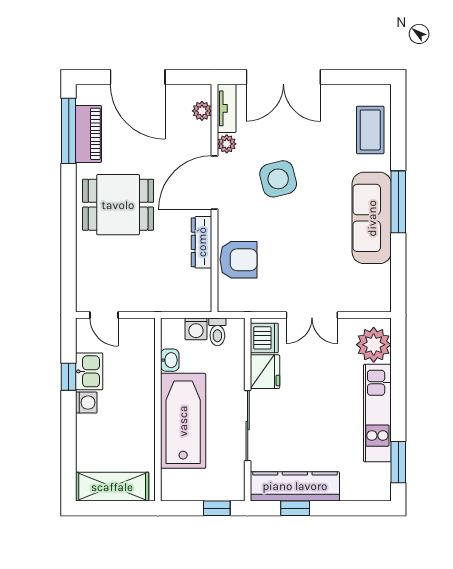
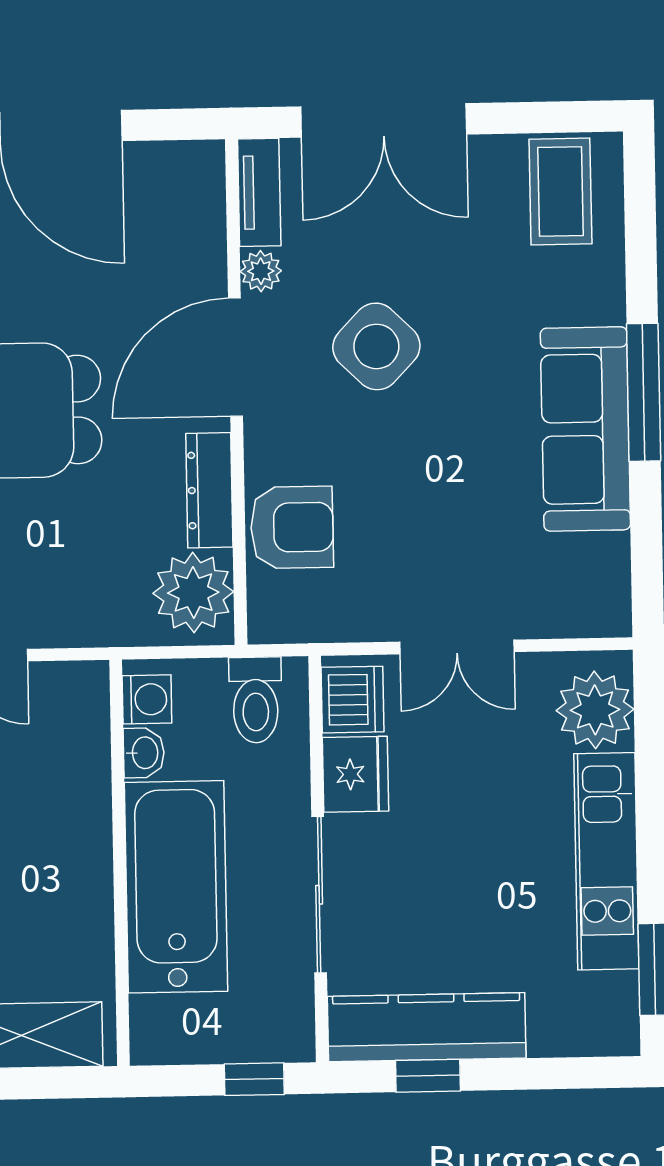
plant: (202, 111) -> (193, 593), moved, width x1.88, depth x1.88
coffee table: (370, 130) -> (560, 192), moved
side table: (278, 179) -> (376, 346), turned -32
washing machine: (196, 329) -> (147, 699), moved, turned -90
toilet: (217, 332) -> (256, 700), width x1.37, depth x1.39

